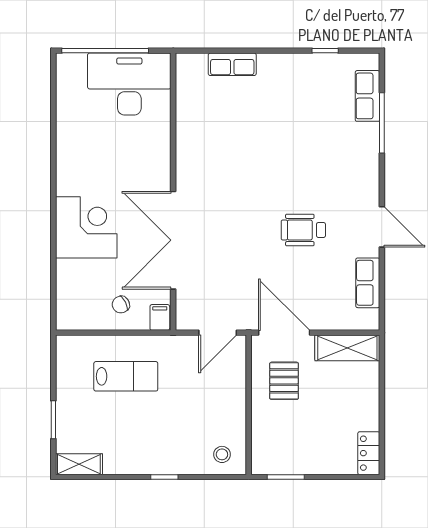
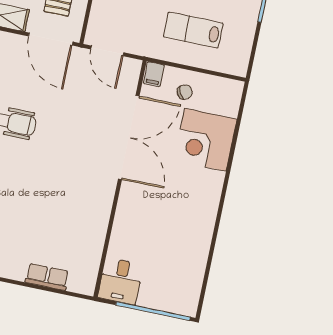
desk: (129, 84) -> (120, 281), width x0.53, depth x0.77
corner desk: (86, 227) -> (206, 140), moved
door: (218, 333) -> (107, 51), swing flipped

